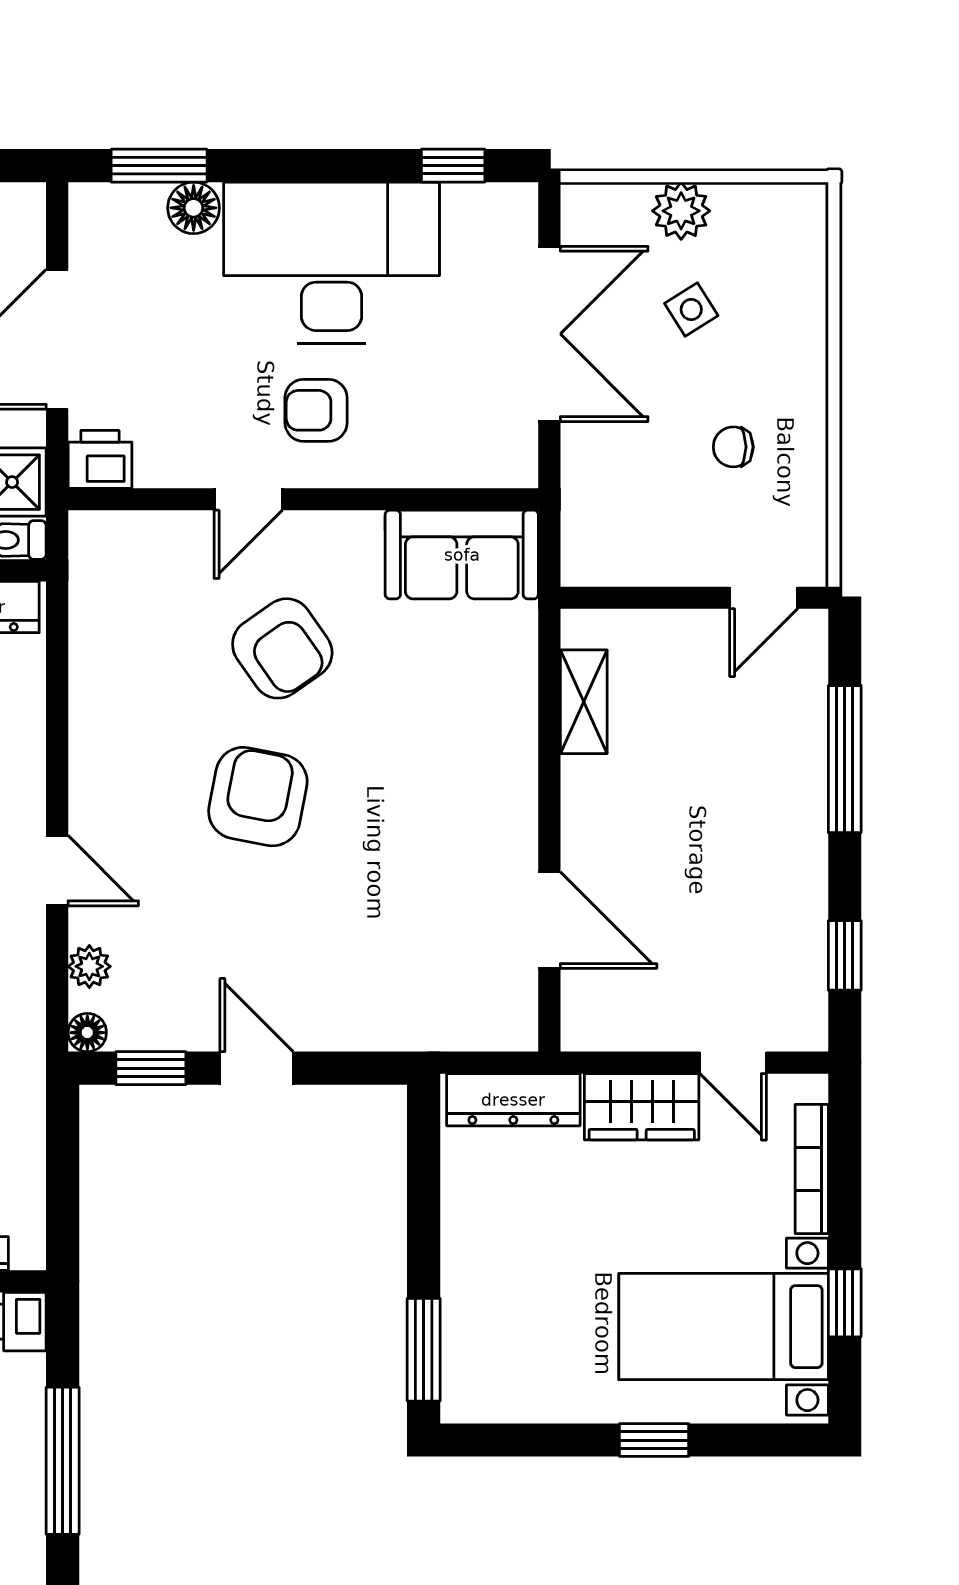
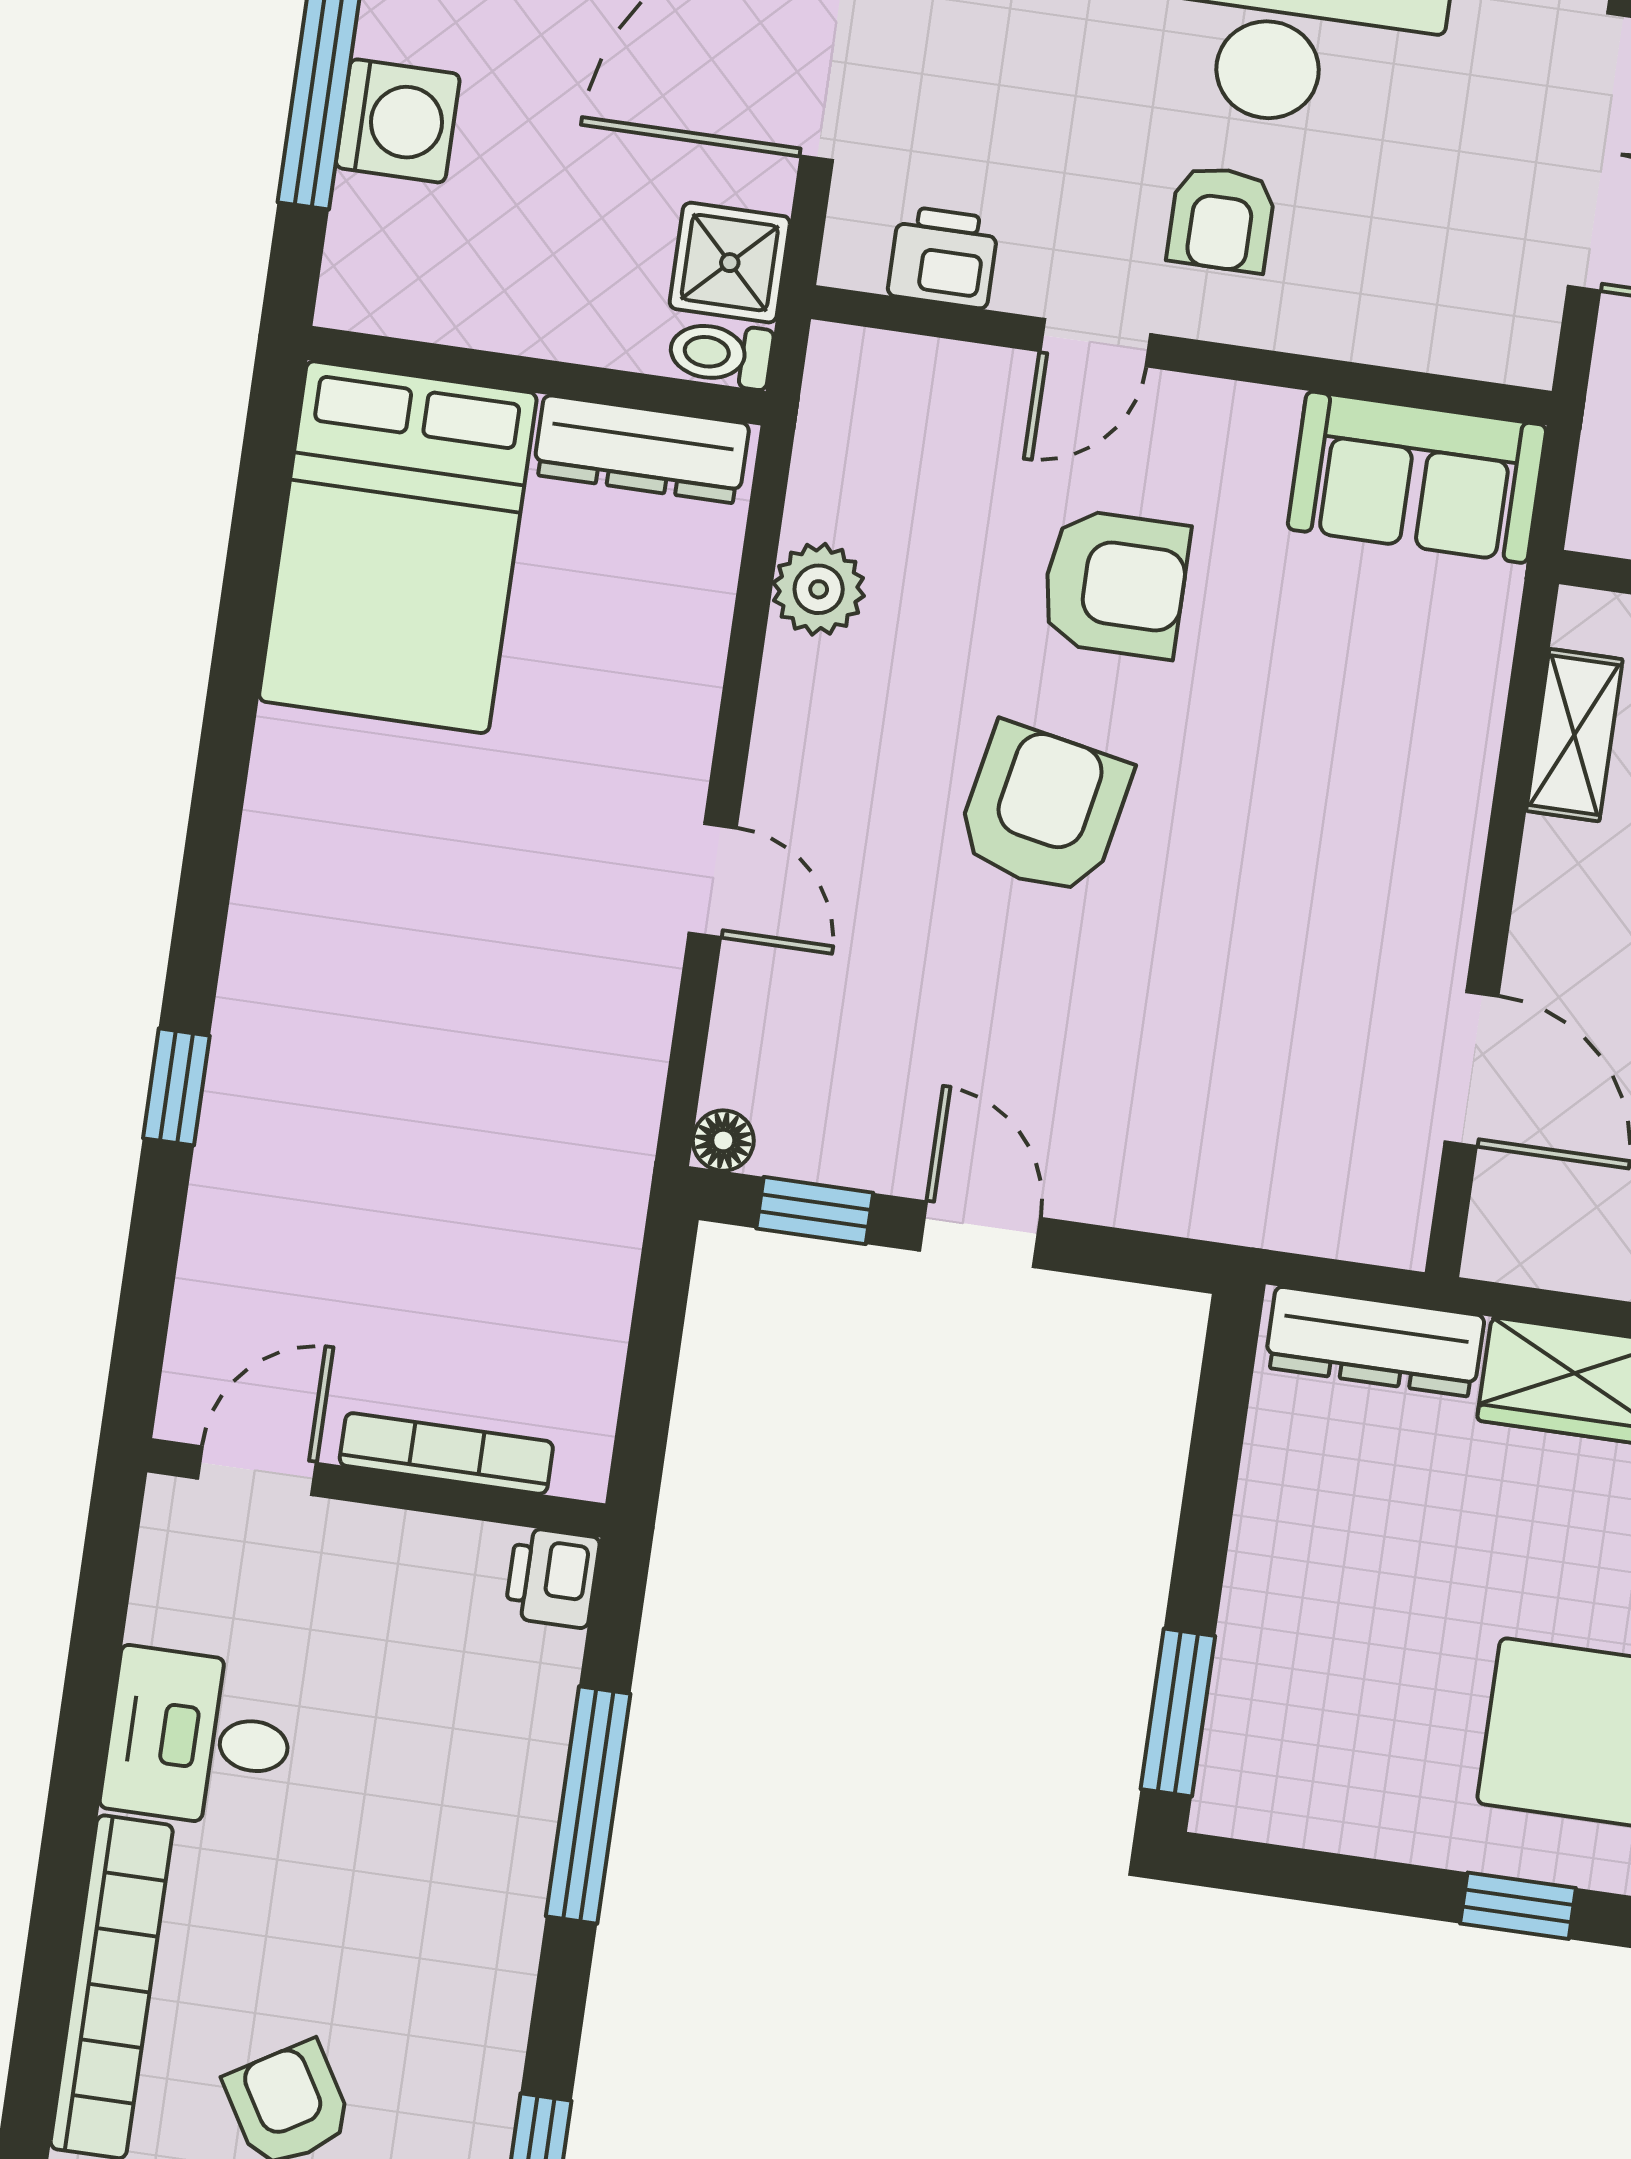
armchair: (316, 410) -> (1221, 219), turned -90
printer: (100, 459) -> (943, 257), moved
armchair: (282, 648) -> (1115, 584), turned -55
plant: (89, 966) -> (819, 589), moved, width x1.38, depth x1.38

